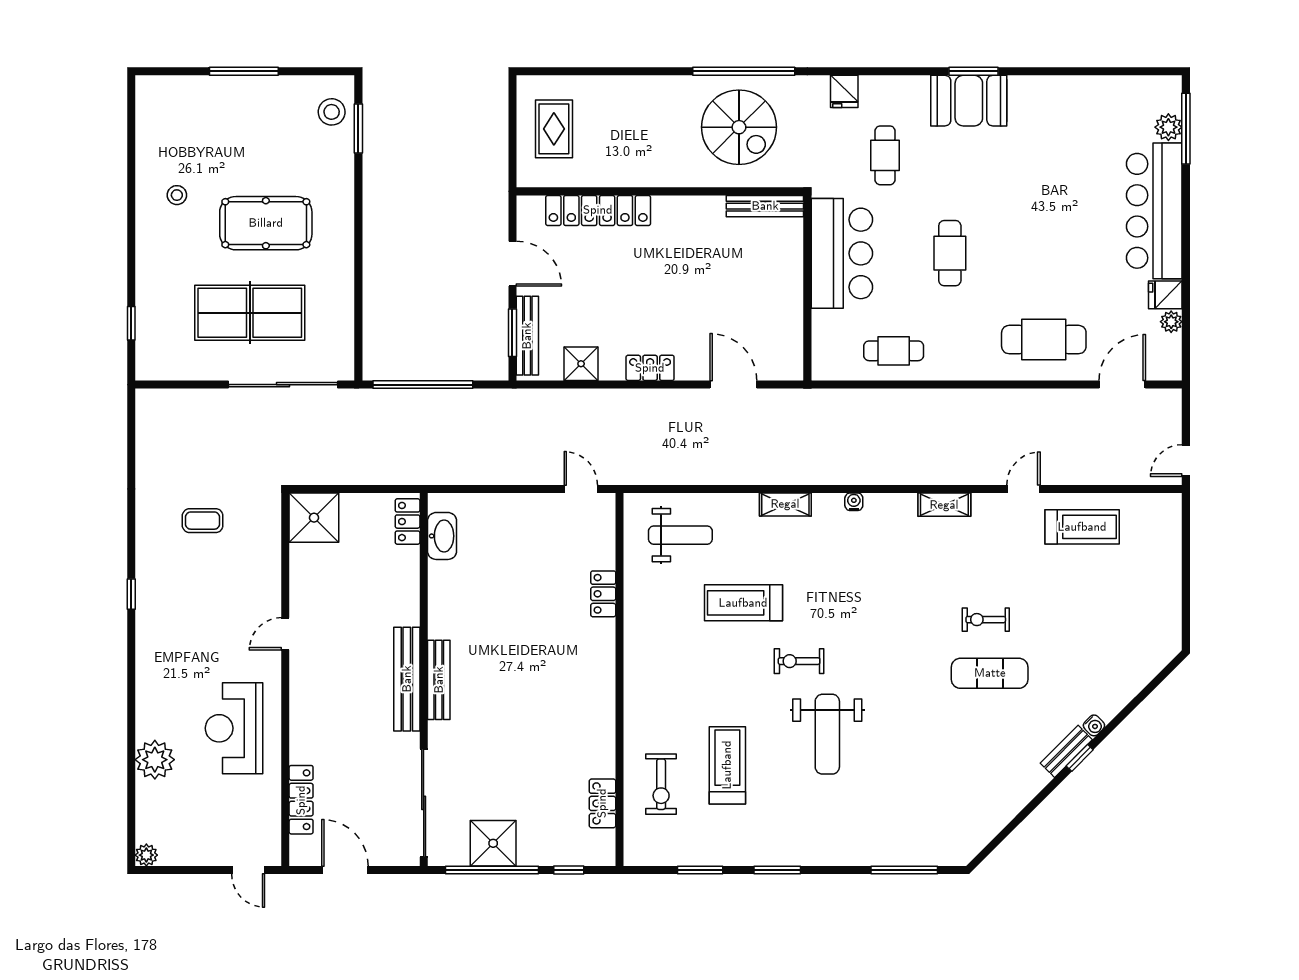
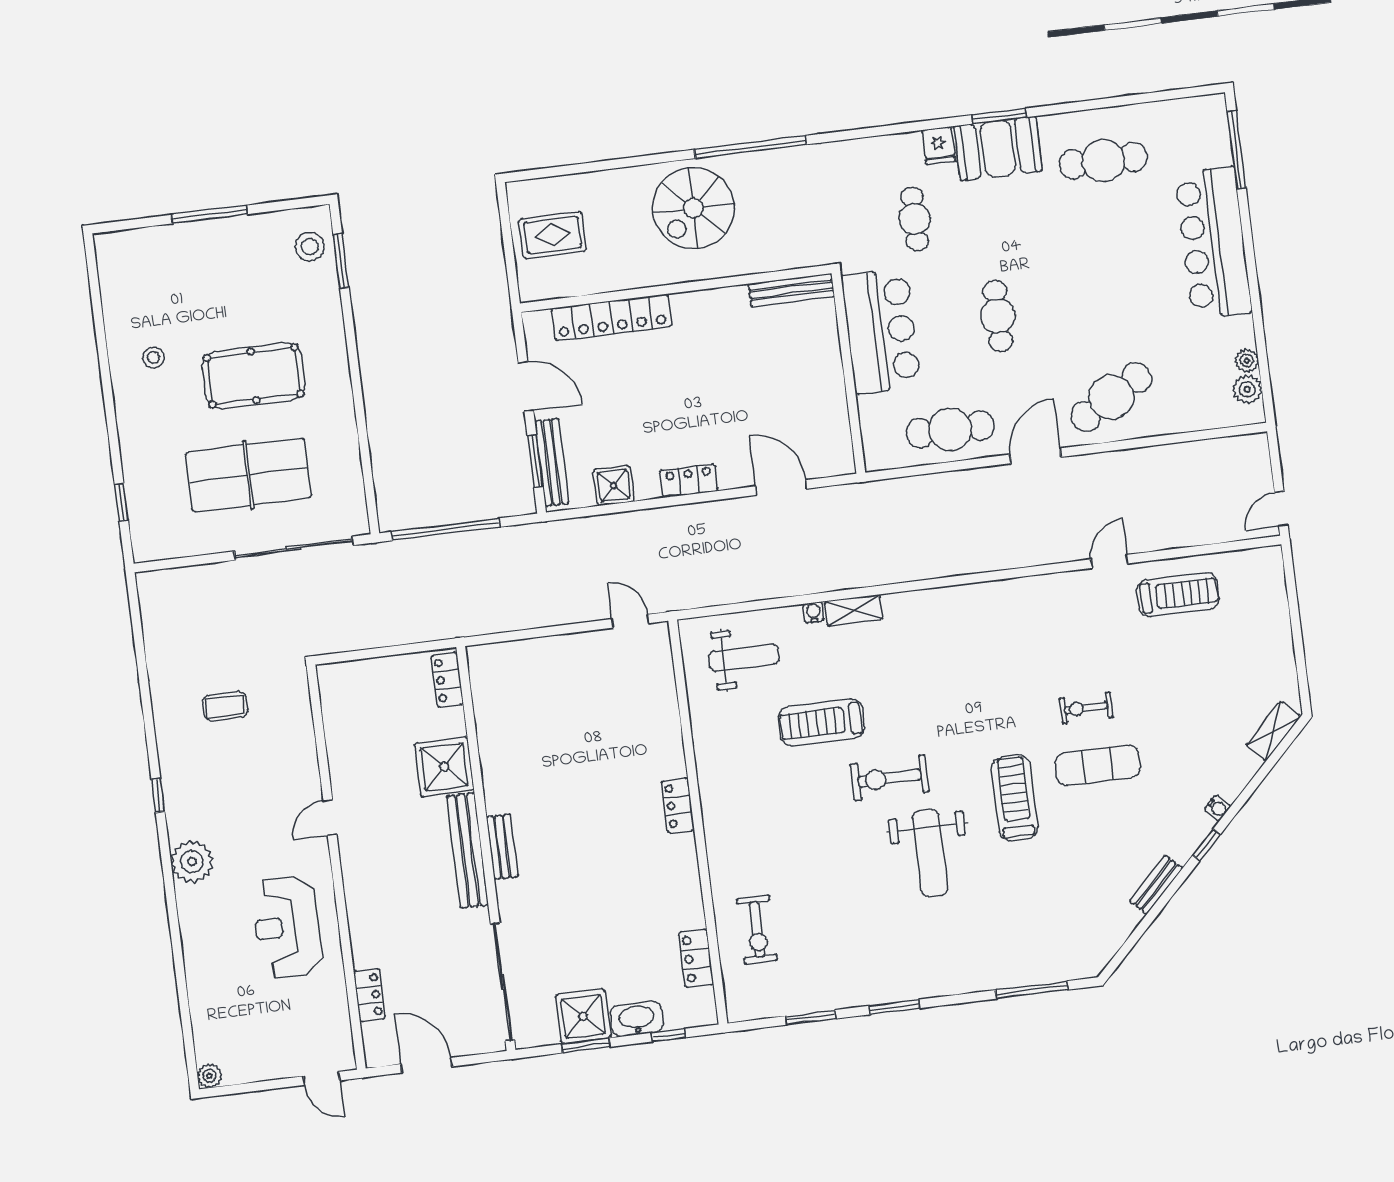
fridge: (844, 91) -> (939, 146), moved
cafe table: (1063, 124) -> (1103, 161), added
spiral stairs: (739, 127) -> (693, 208), moved, turned 90
plant: (1168, 127) -> (1247, 389), moved
rug: (554, 129) -> (553, 235), turned 90
fridge: (1165, 295) -> (1237, 332), removed
cafe table: (1044, 340) -> (1111, 397), turned -30
cafe table: (894, 351) -> (950, 429), width x1.37, depth x1.35
door: (1122, 385) -> (1036, 456), moved
water cooler: (854, 502) -> (814, 612), moved
shelving: (944, 505) -> (1273, 731), moved, turned -45
shower: (314, 518) -> (444, 767), moved
washbasin: (442, 536) -> (637, 1019), moved, turned -90
locker: (603, 594) -> (678, 805), moved
exercise bike: (799, 661) -> (890, 778), width x1.38, depth x1.39
bench: (439, 680) -> (502, 847), width x0.73
bench: (1066, 751) -> (1156, 885), moved
plant: (155, 760) -> (192, 862), moved
treadmill: (727, 765) -> (1015, 798), moved
locker: (301, 800) -> (369, 995), width x0.66
window: (492, 870) -> (586, 1045), width x0.47

